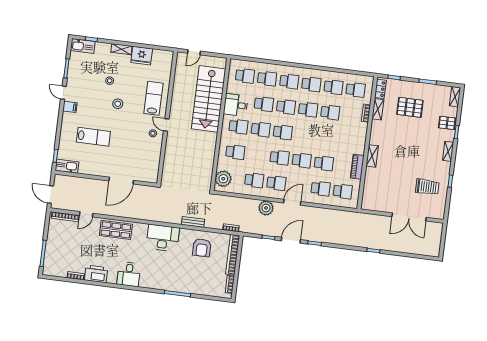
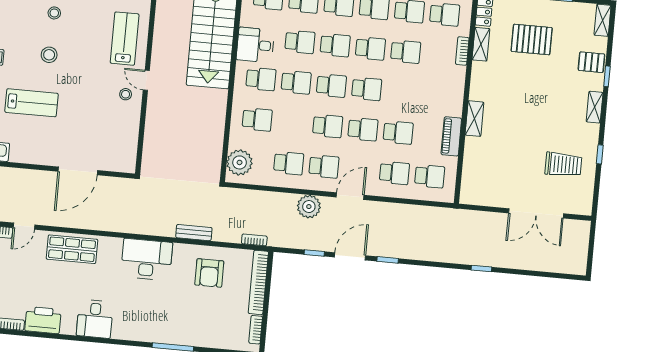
stool: (118, 104) -> (49, 55), moved
school desk: (305, 135) -> (367, 89), added

